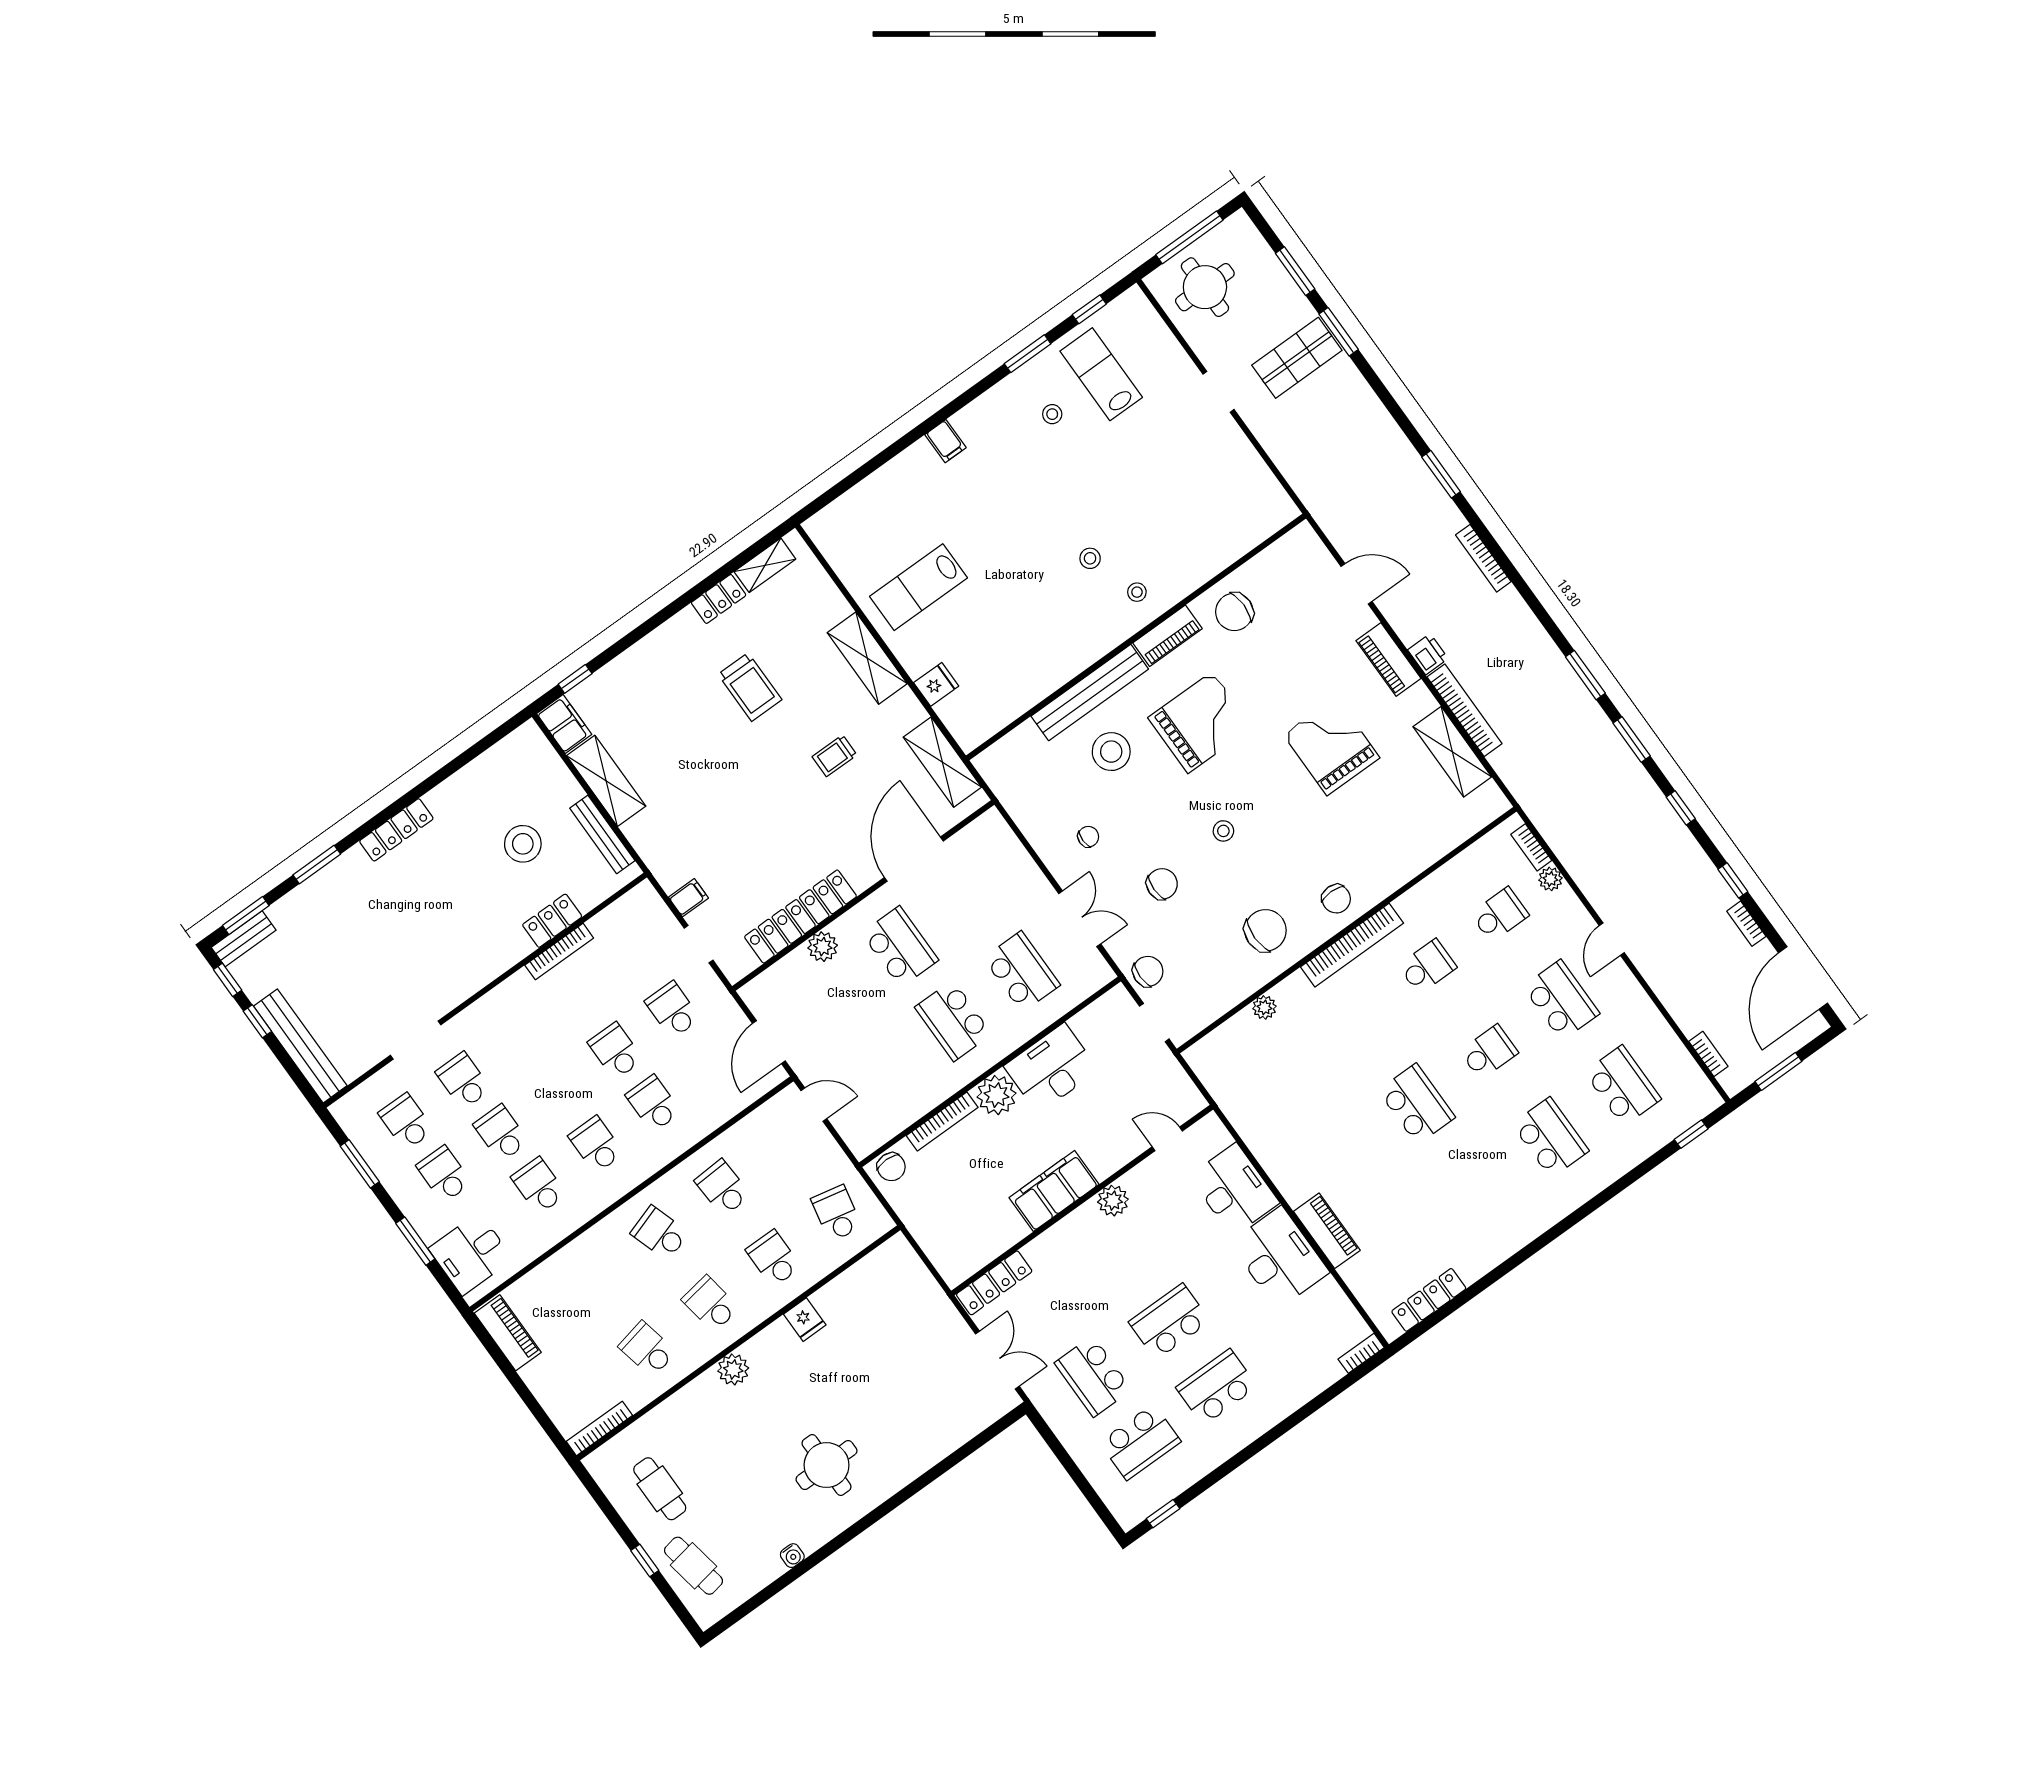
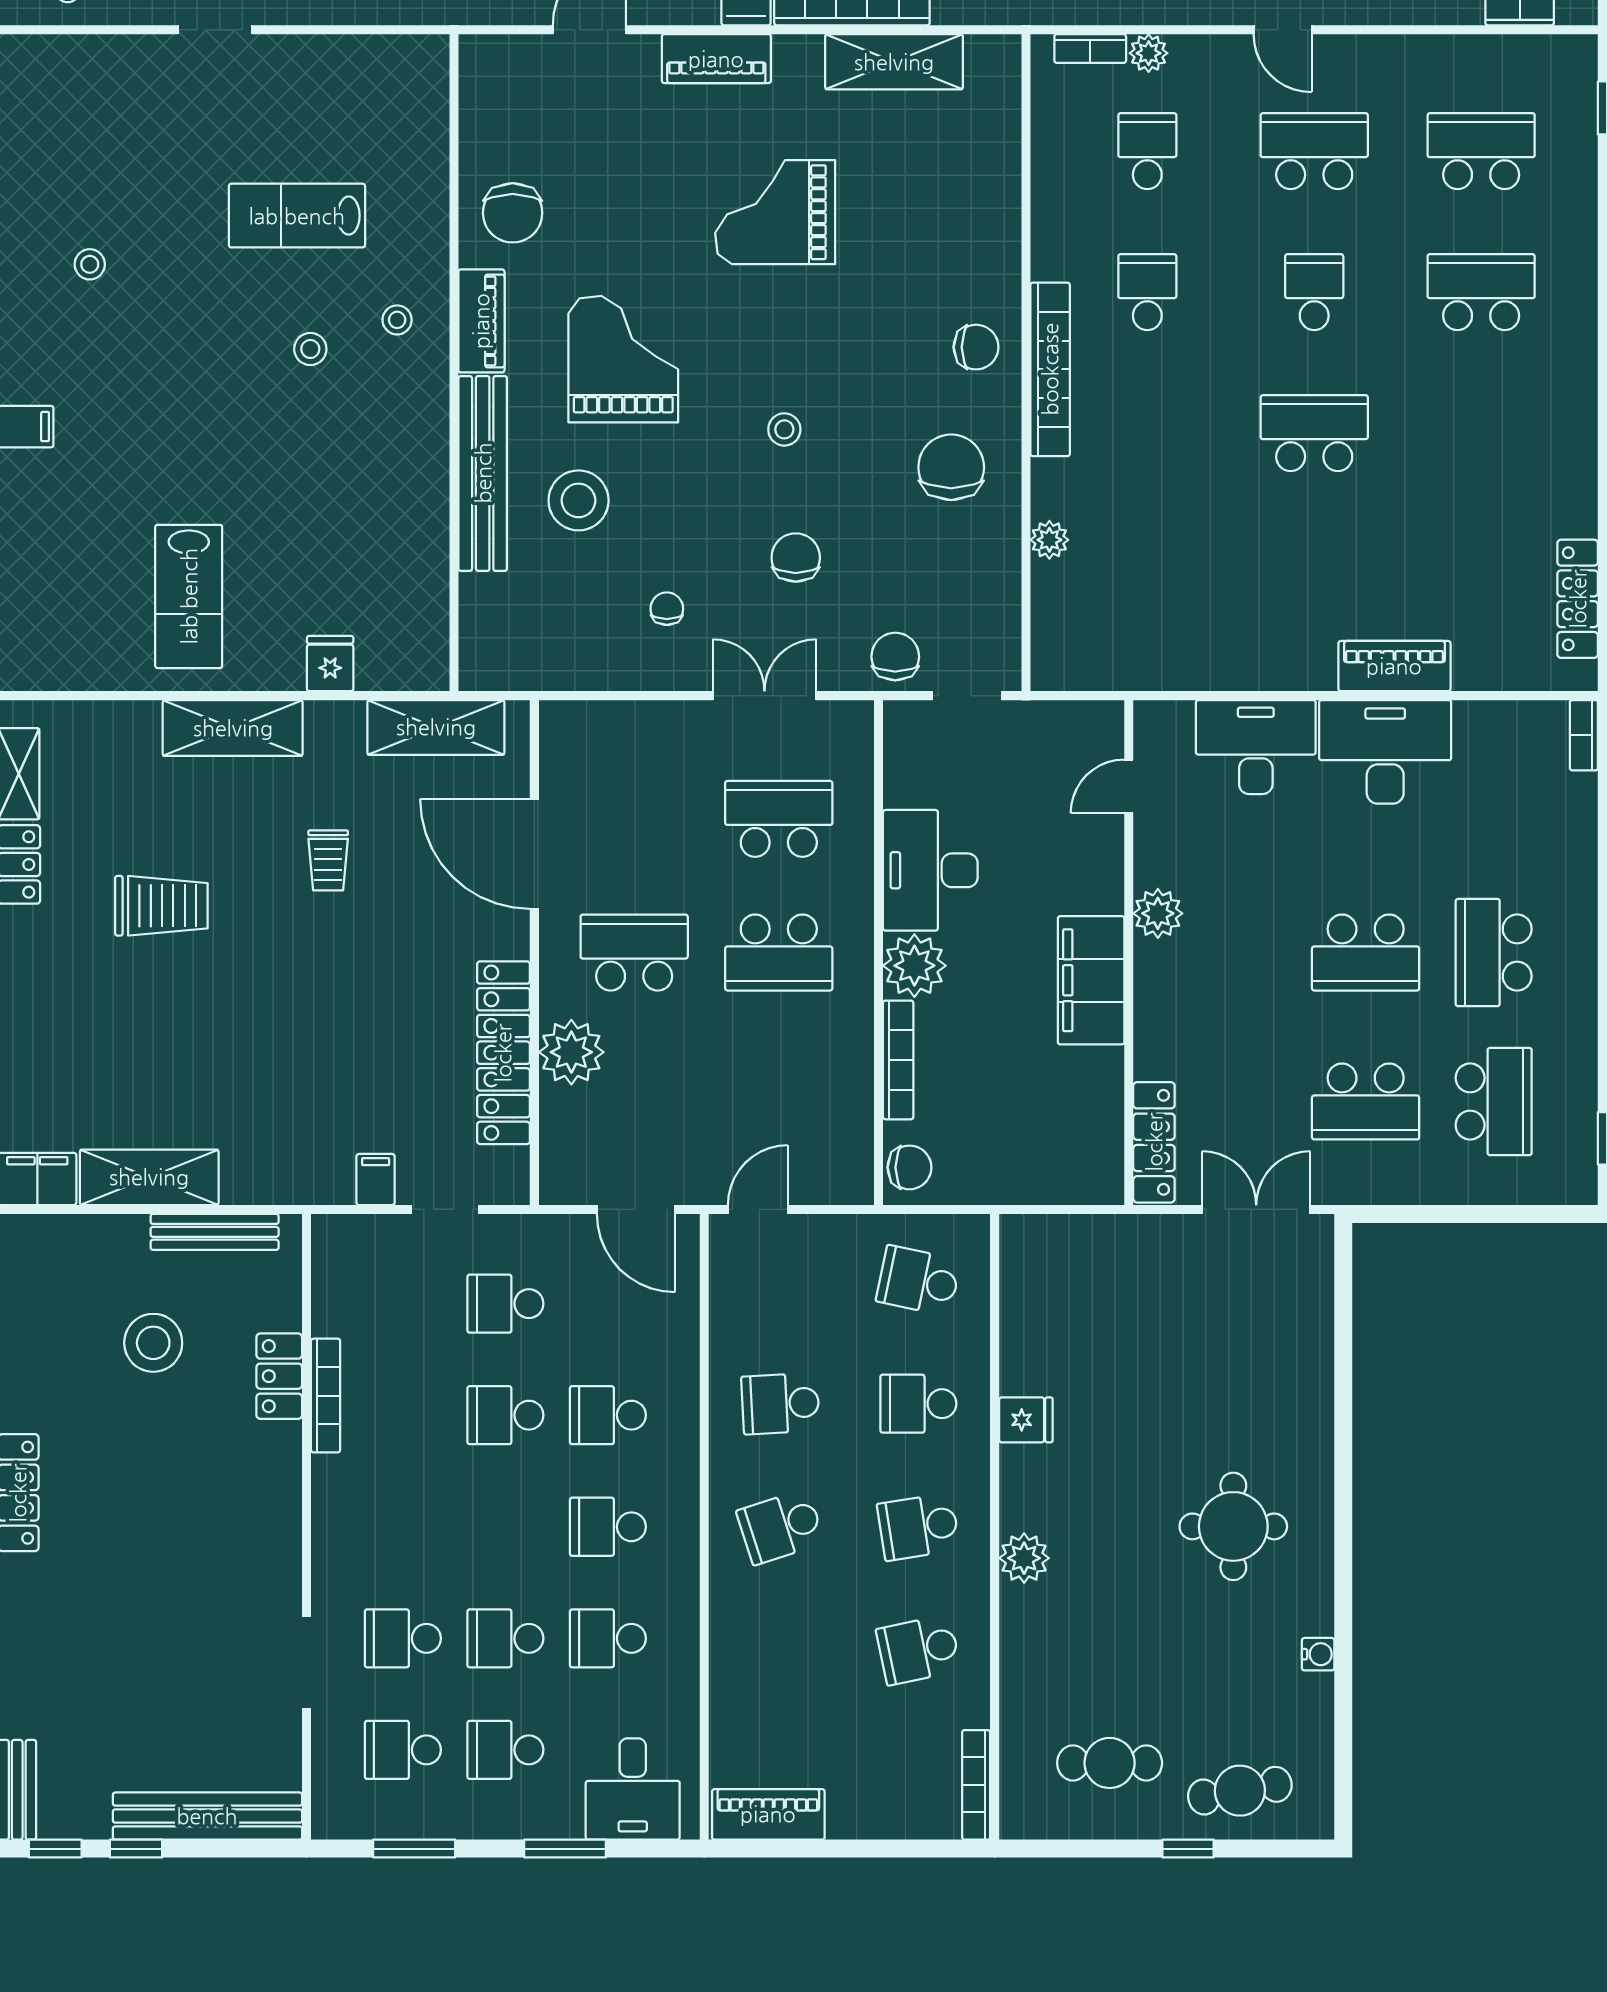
lab bench: (1101, 374) -> (297, 216), moved
plant: (823, 947) -> (571, 1052), width x1.36, depth x1.36
school desk: (1169, 1321) -> (1366, 953), turned -90

